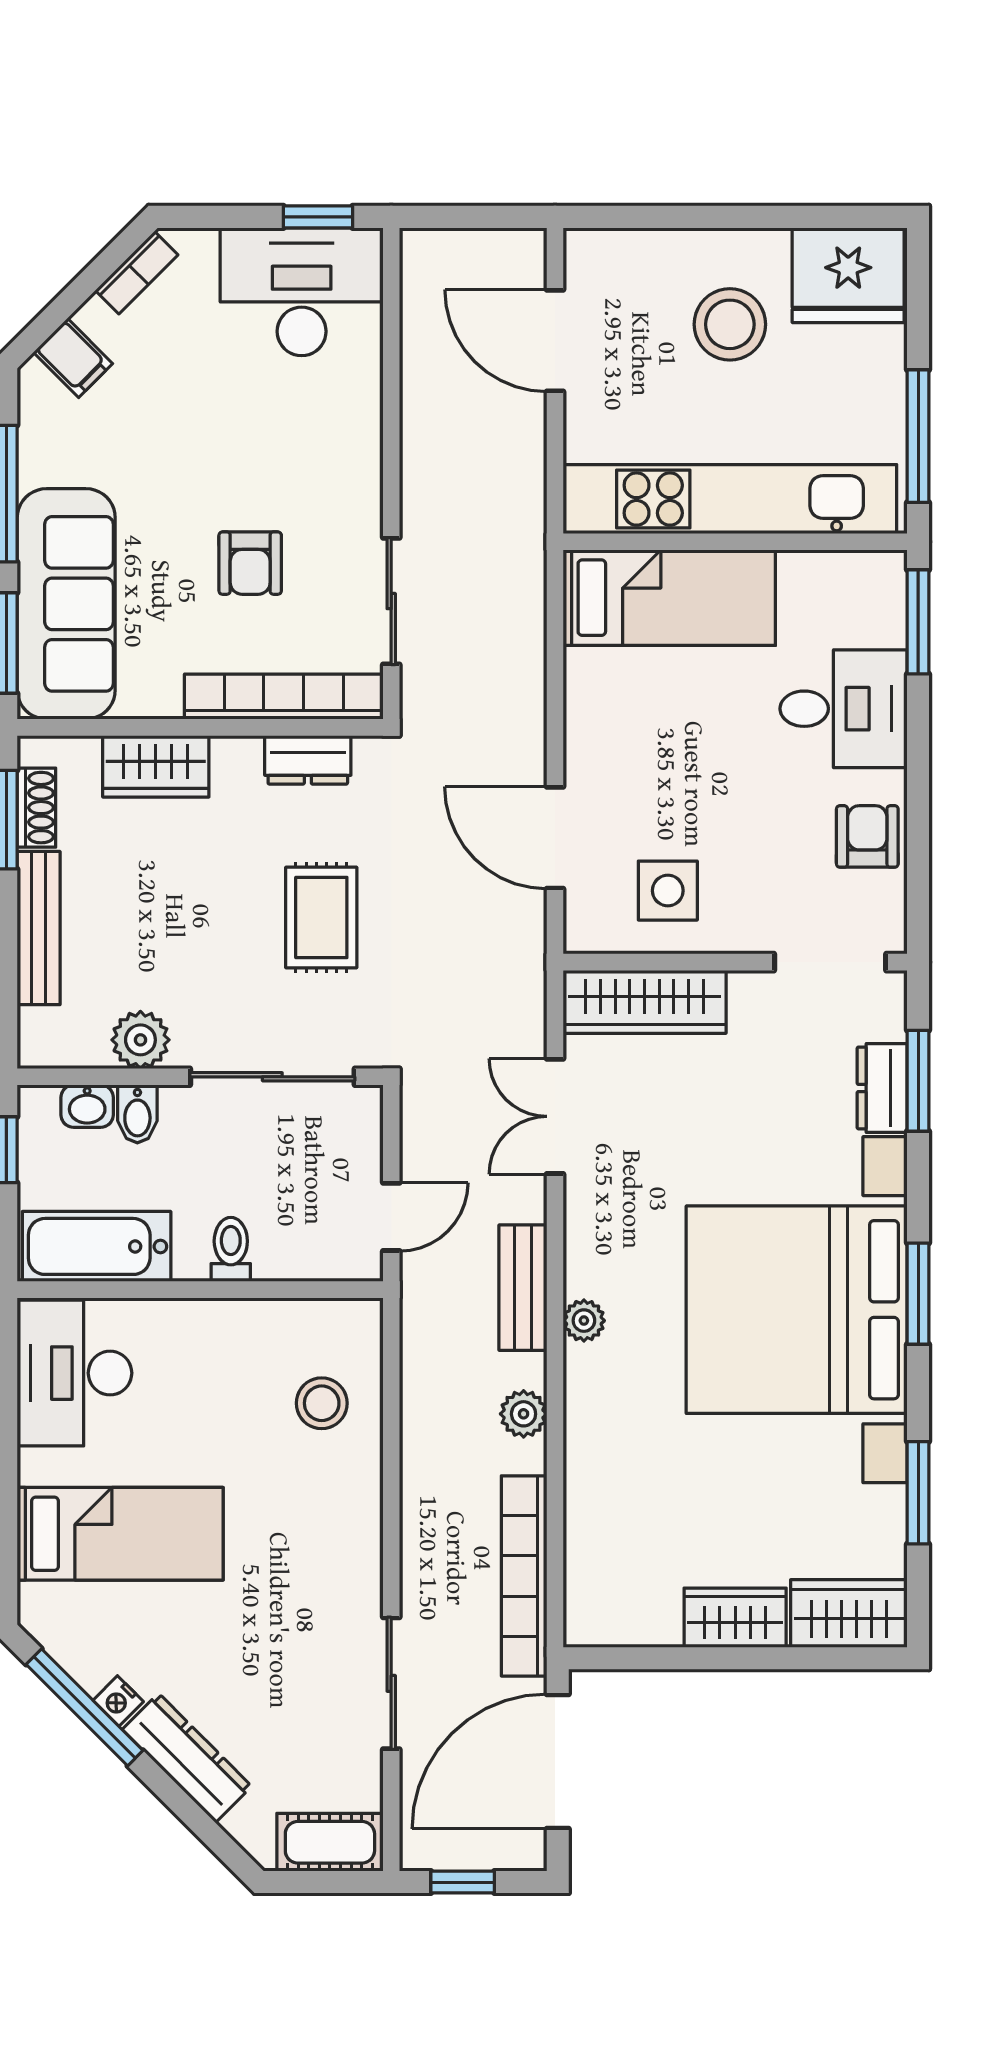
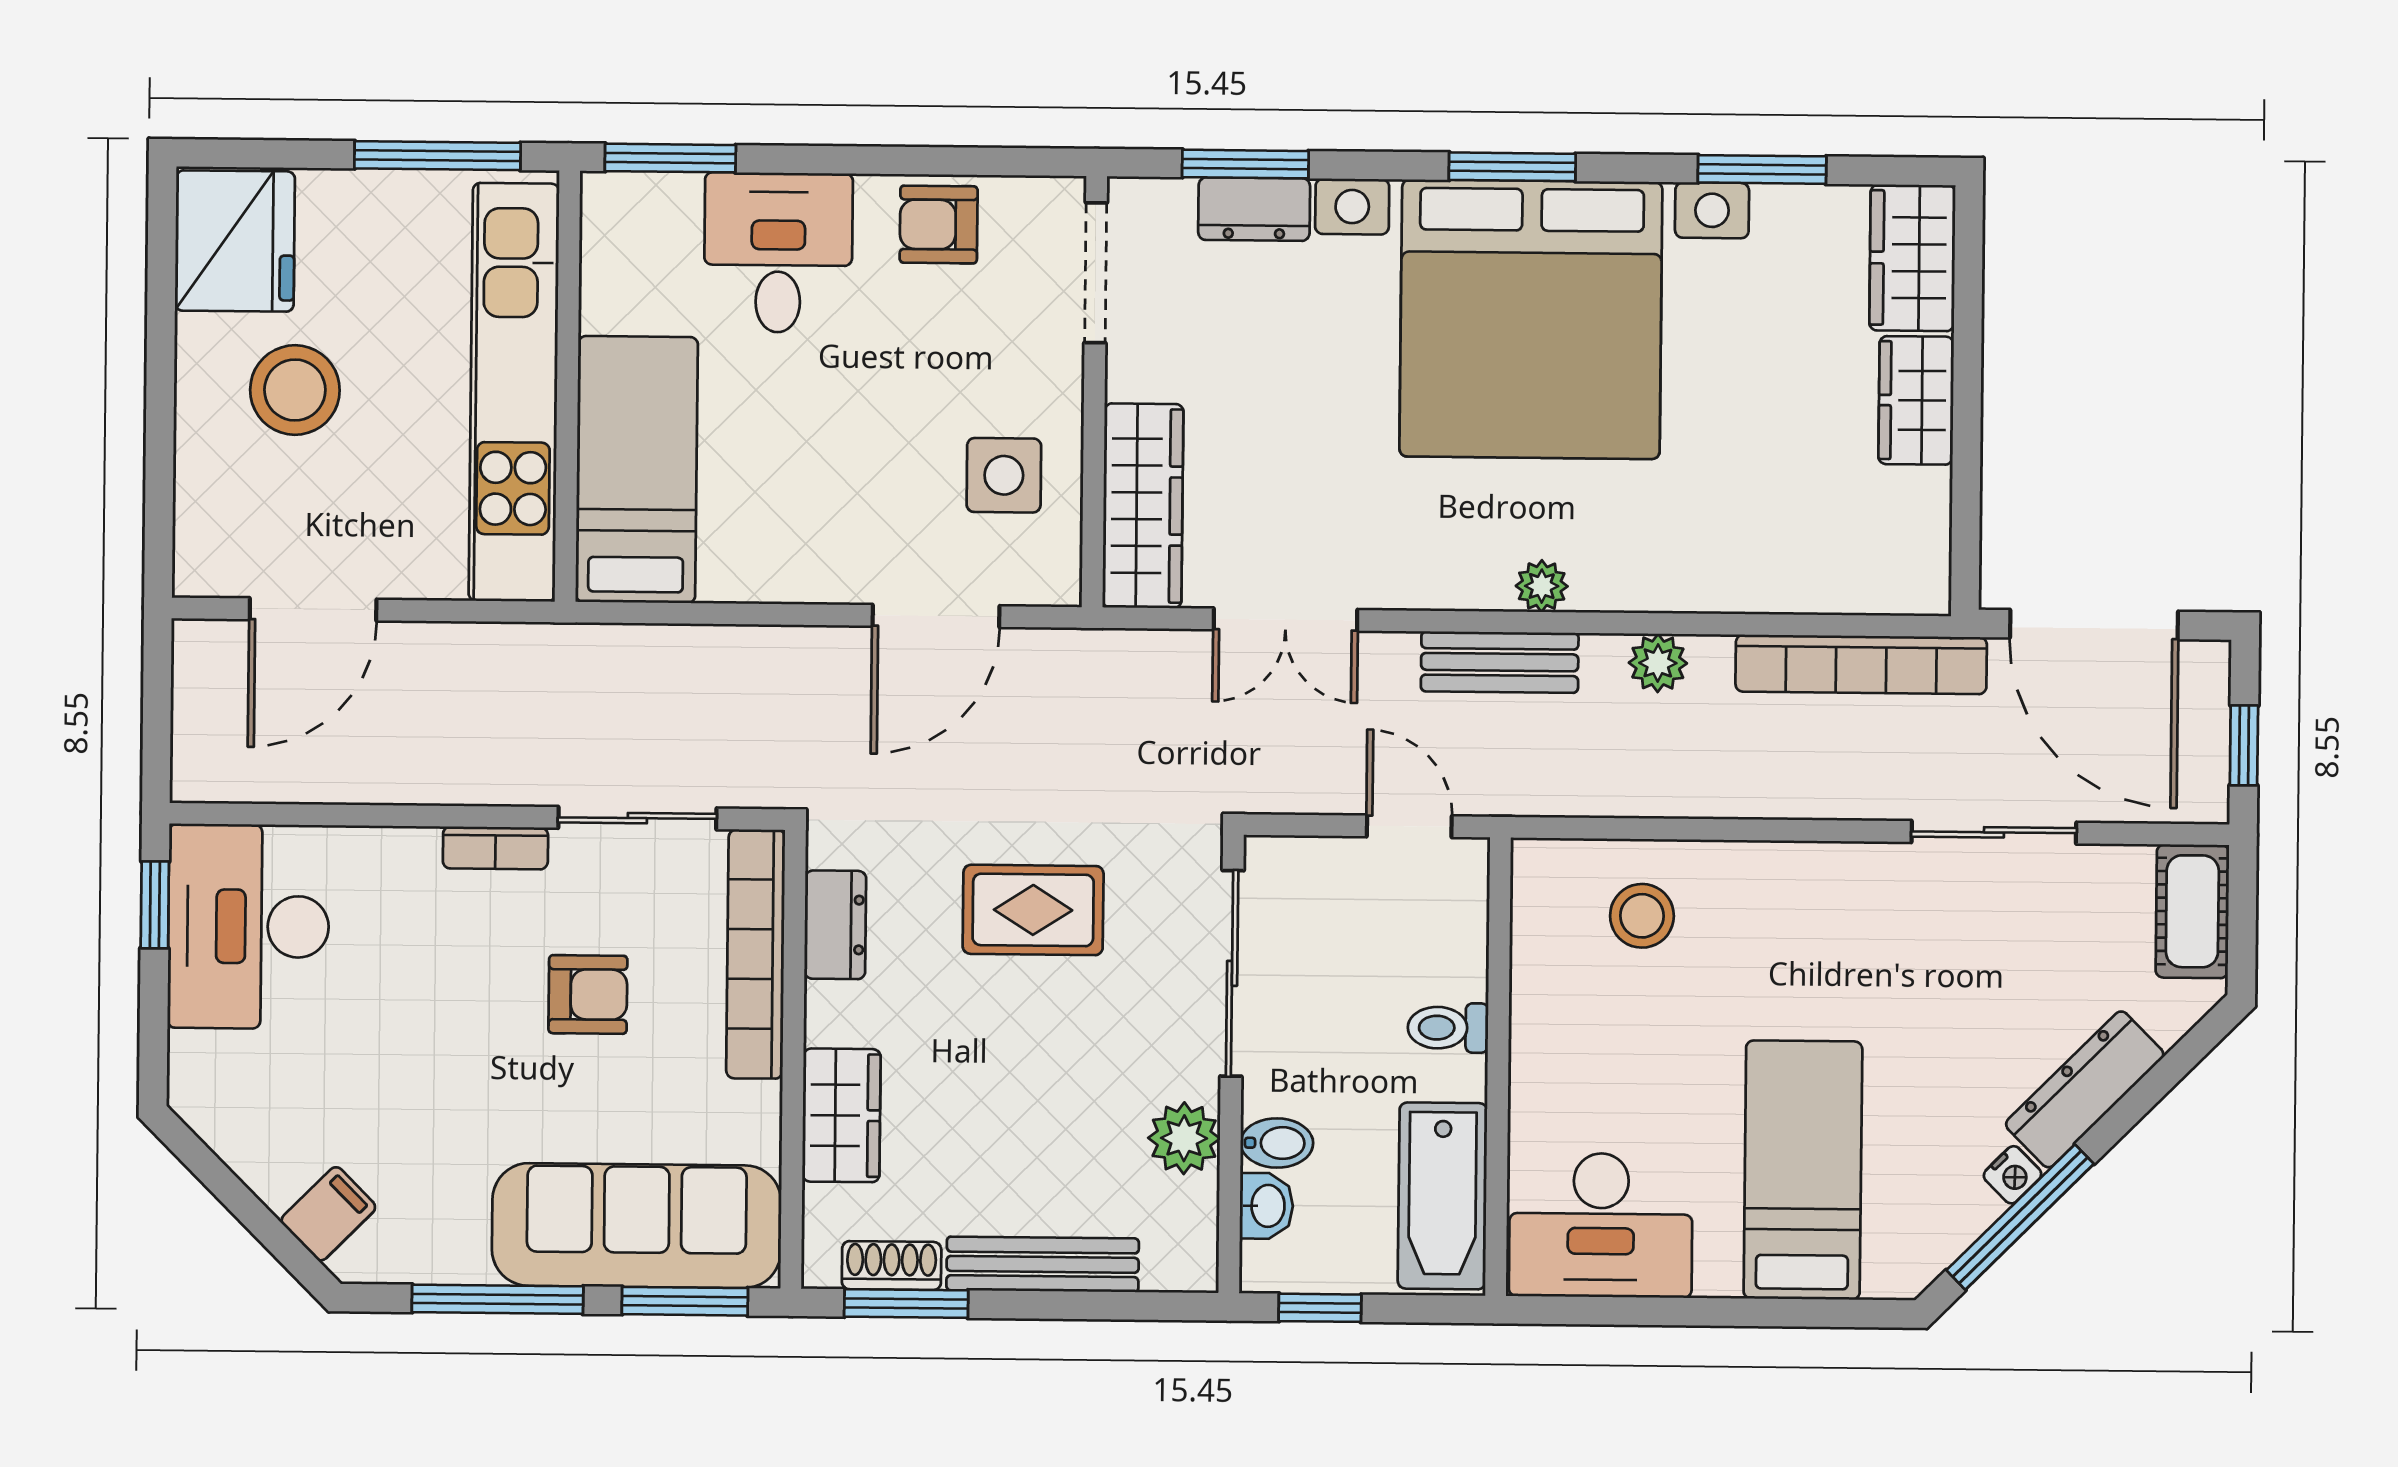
bookcase: (137, 273) -> (495, 848), moved, turned 135

